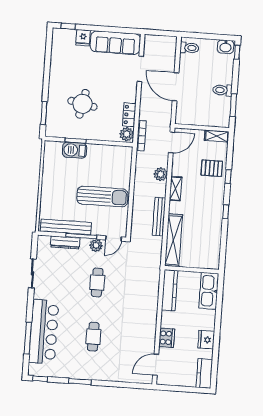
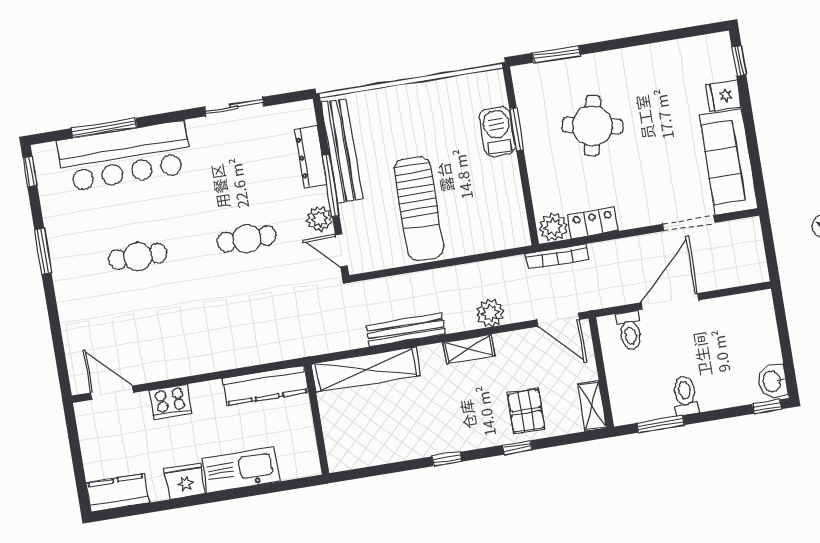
toilet: (189, 48) -> (630, 330), moved
kitchen sink: (209, 291) -> (241, 470), moved

